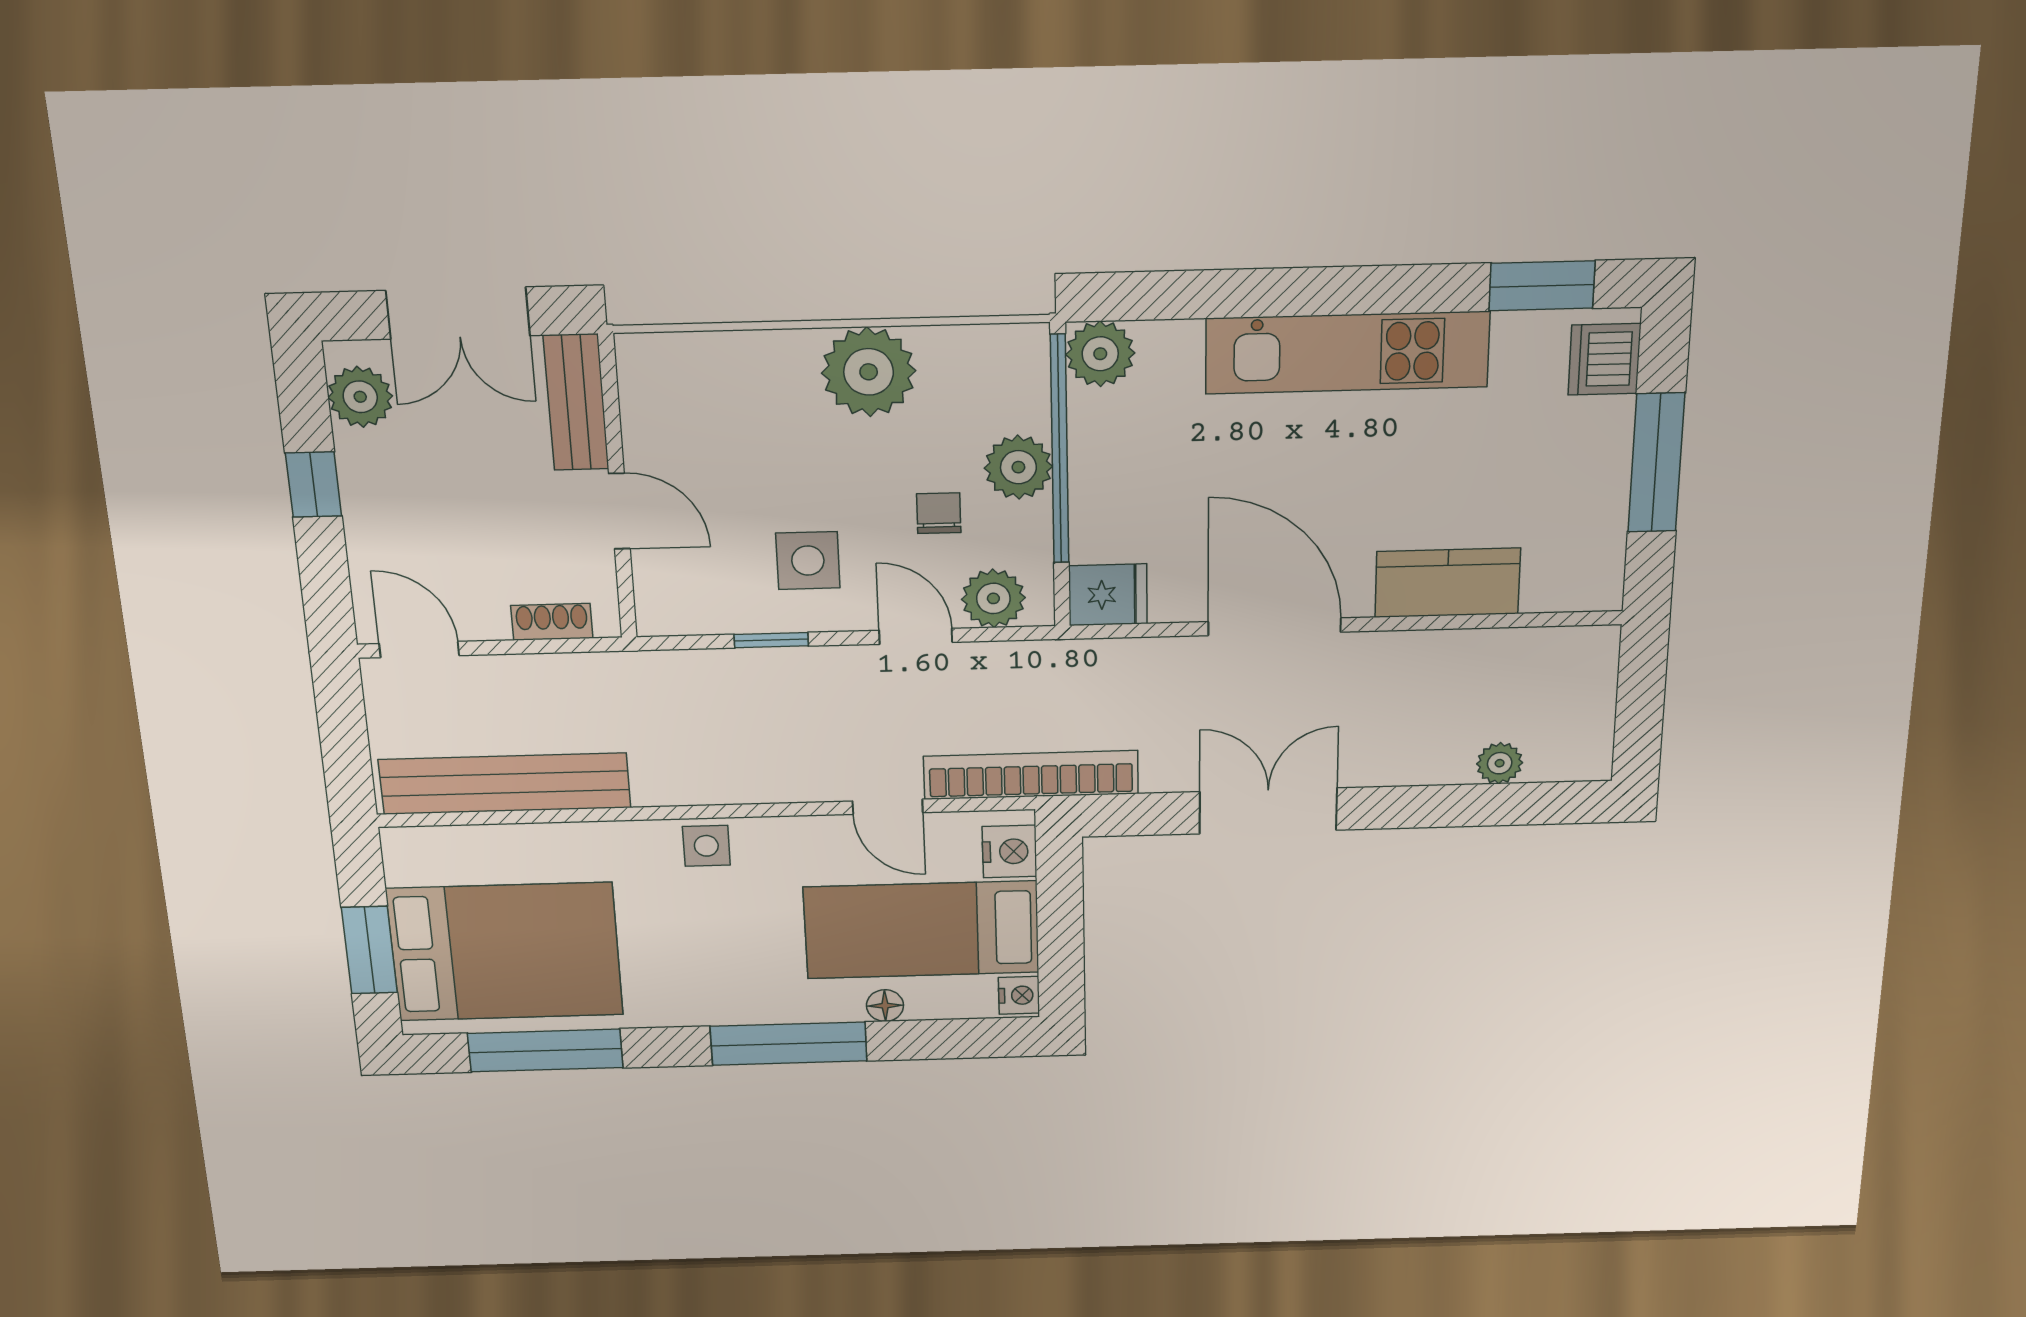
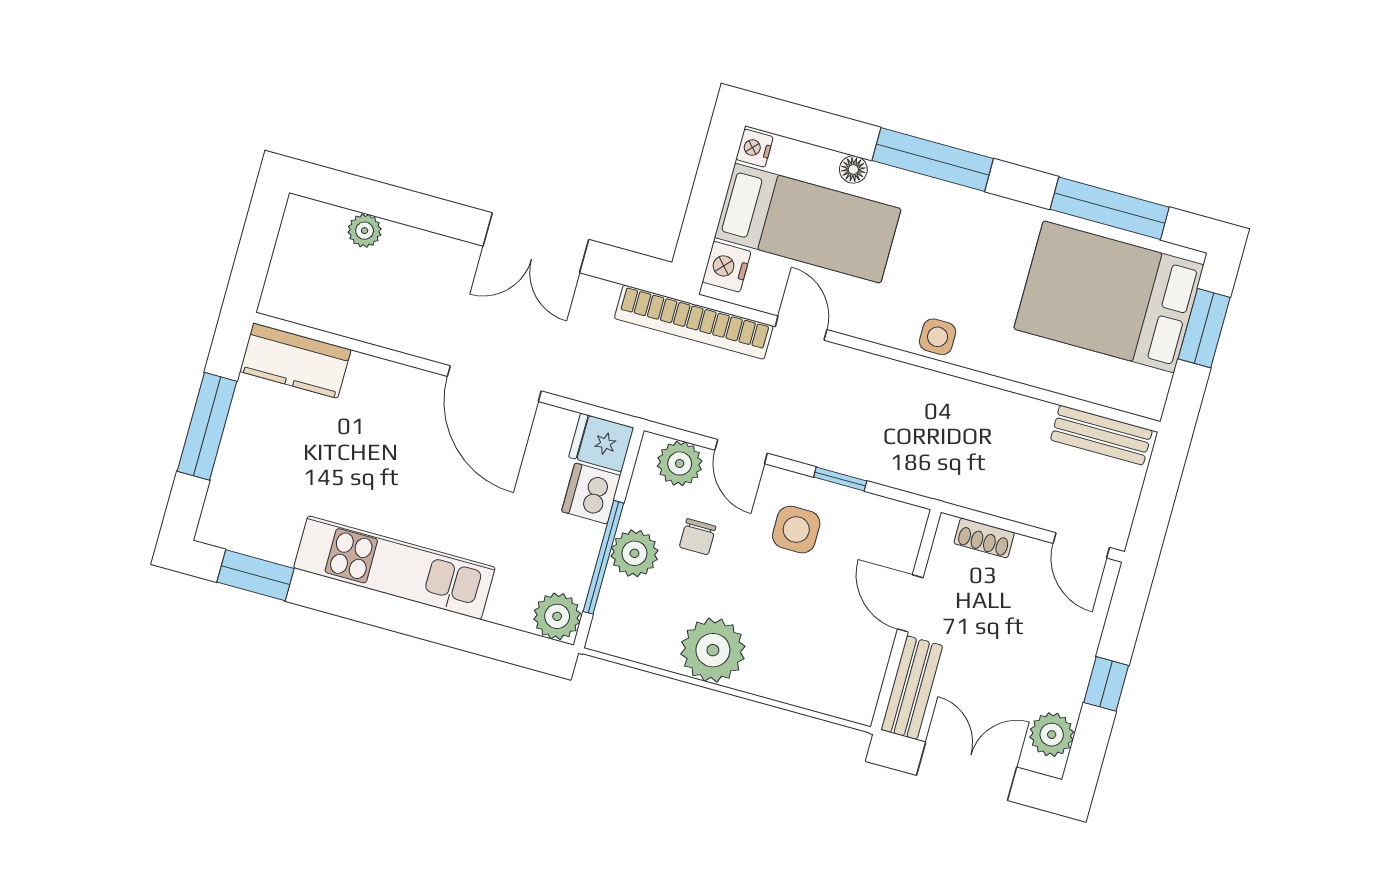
dishwasher: (1604, 359) -> (591, 494), moved, turned 180
window: (1060, 450) -> (603, 557), width x0.68
kitchen counter: (1448, 583) -> (295, 361), moved
bench: (505, 784) -> (1101, 435), width x0.54, depth x0.82

